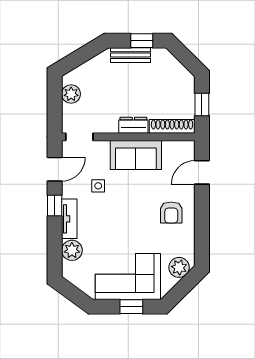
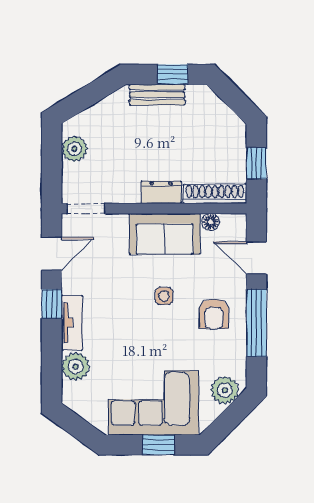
floor lamp: (169, 147) -> (211, 222), added
door: (202, 172) -> (256, 258), hinge flipped
side table: (98, 186) -> (164, 296), moved
window: (202, 219) -> (256, 323), added

